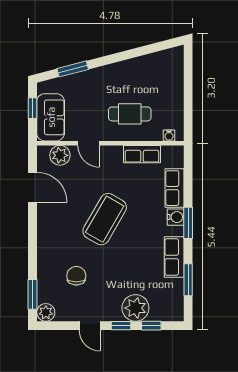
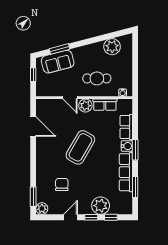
plant: (153, 65) -> (112, 47), added
sofa: (51, 117) -> (58, 62), moved, turned 75
plant: (60, 155) -> (85, 106), moved
row of seats: (174, 257) -> (126, 172), width x1.48
door: (90, 326) -> (71, 217), swing flipped

